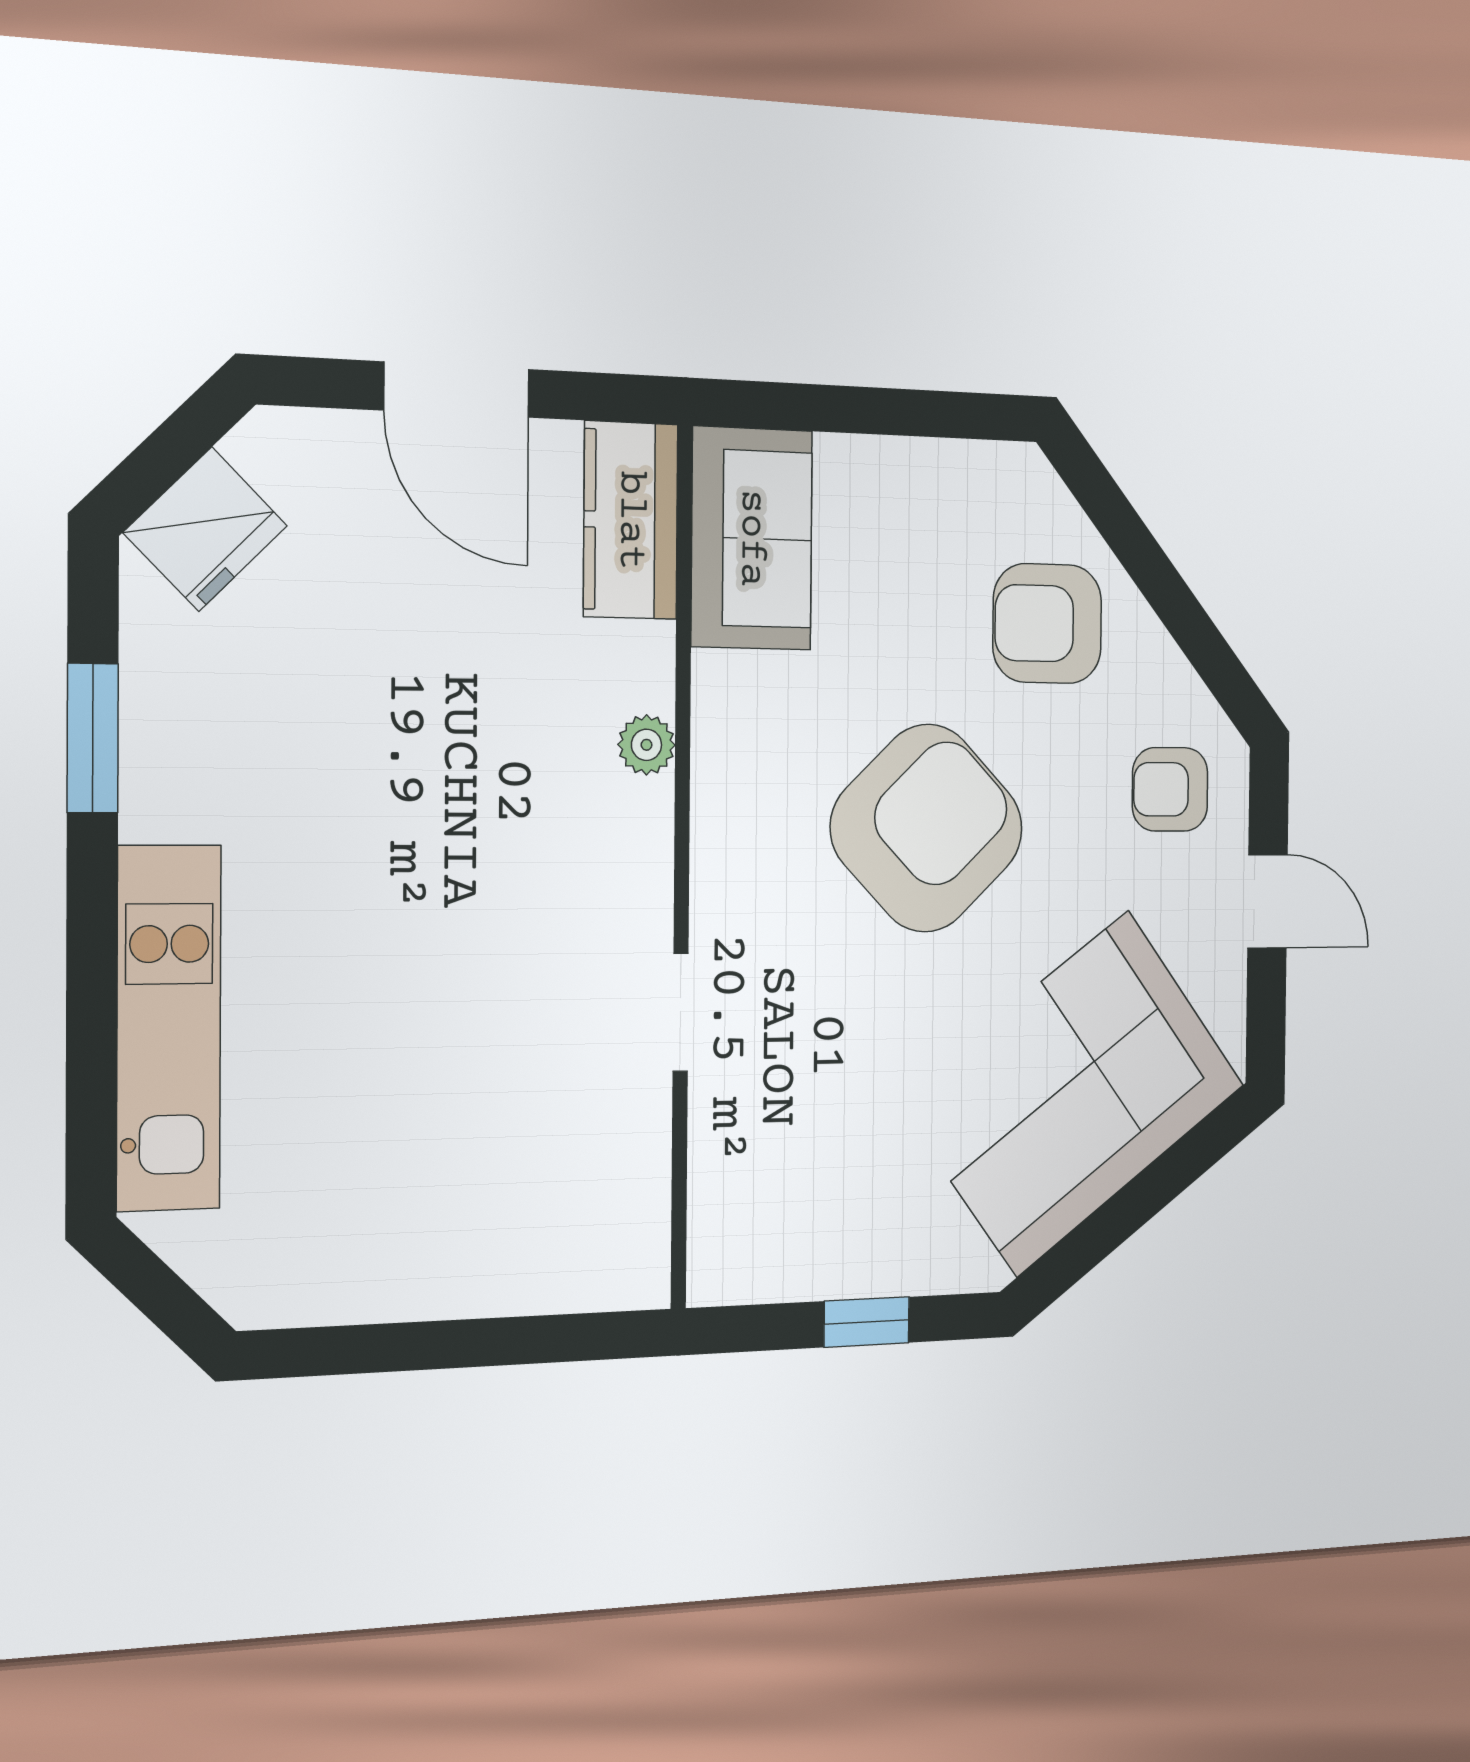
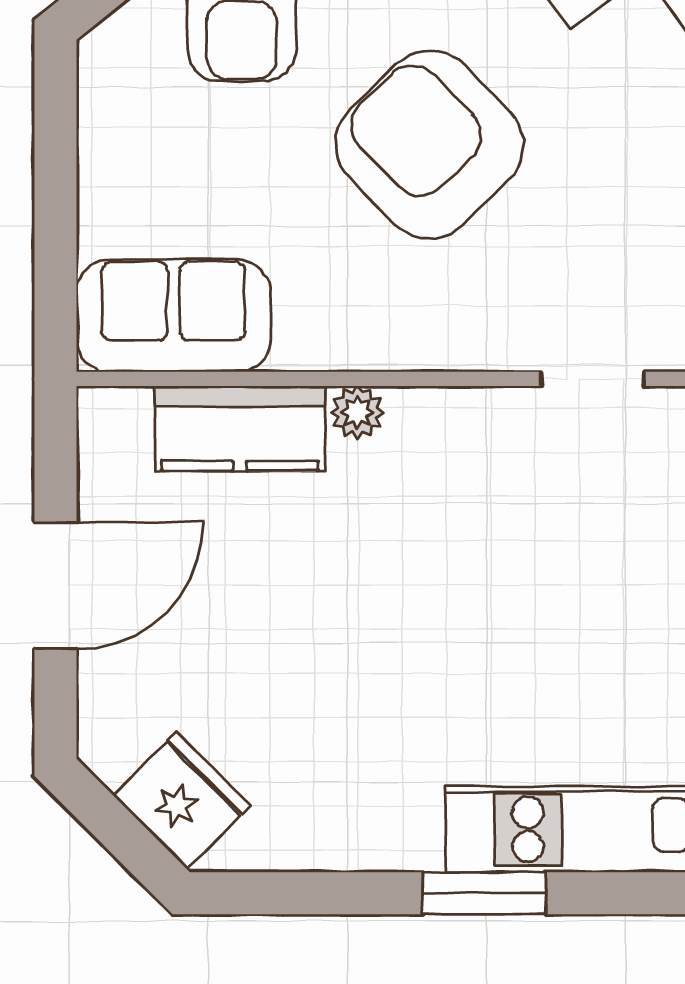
kitchen counter: (631, 520) -> (240, 428), moved
window: (93, 738) -> (484, 893), moved

